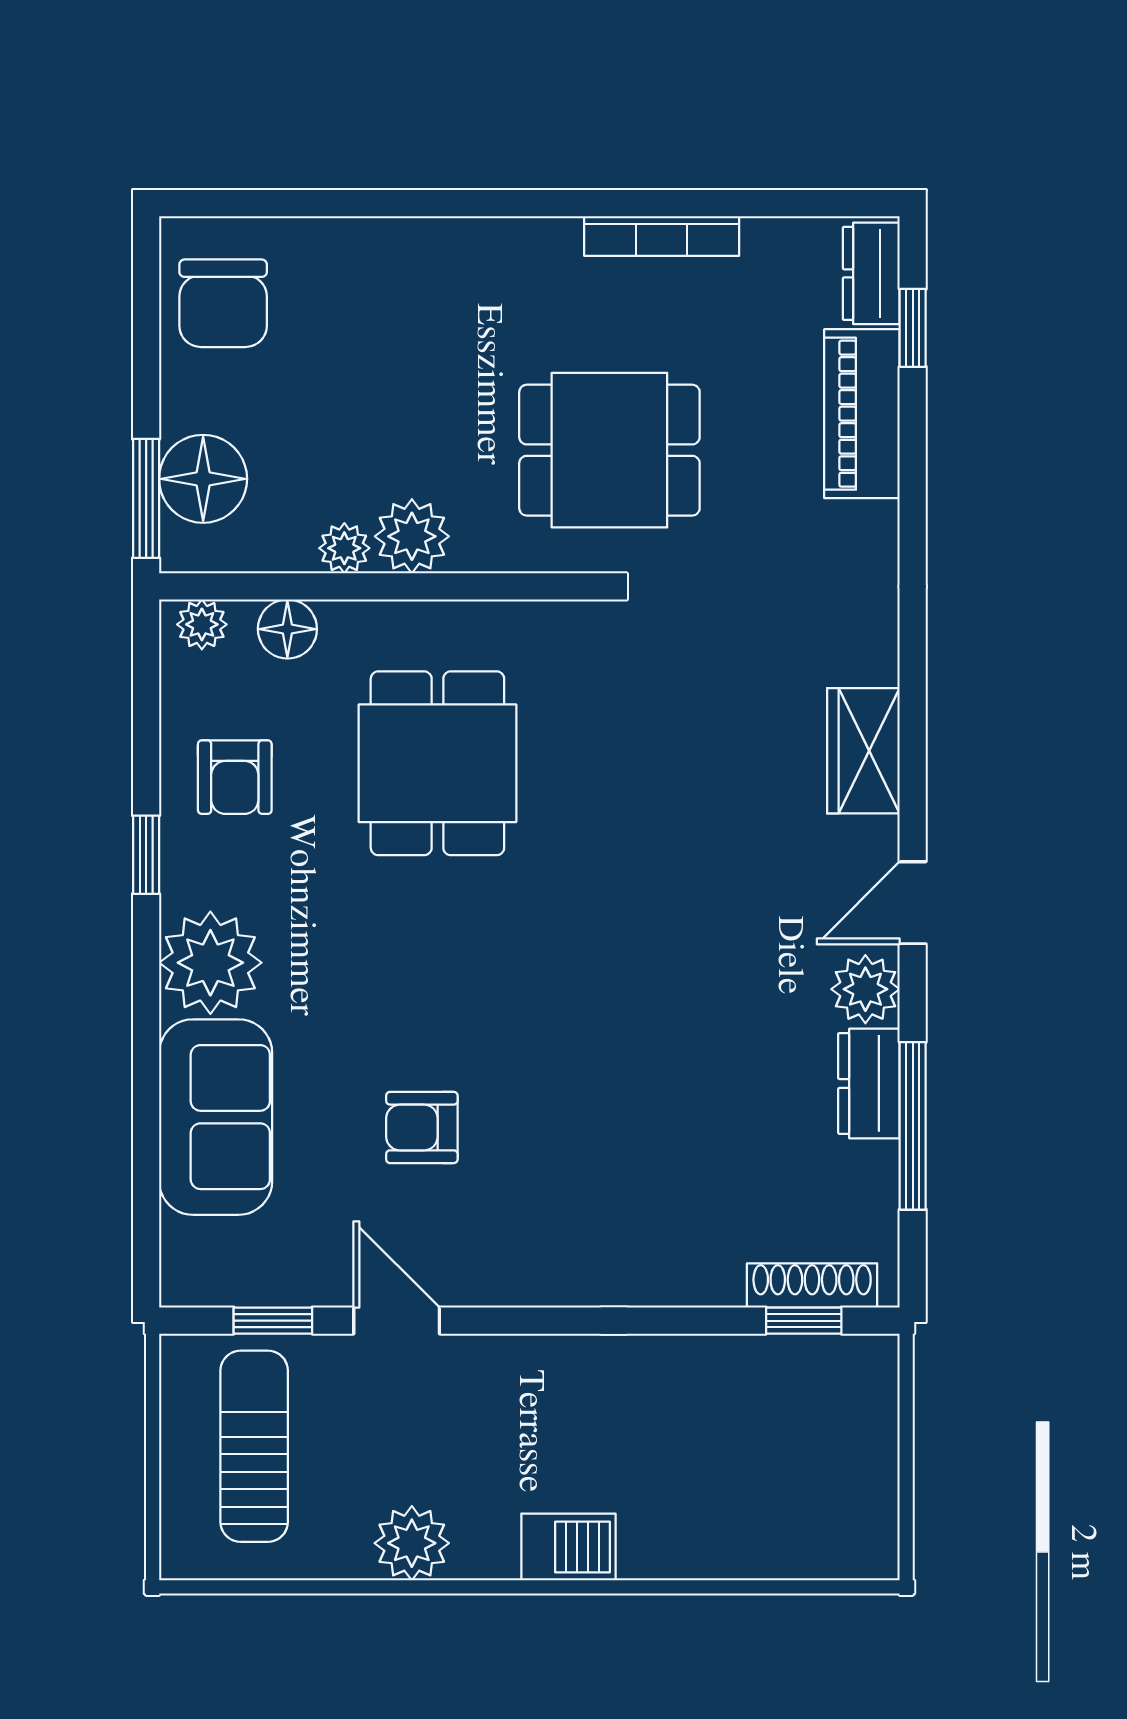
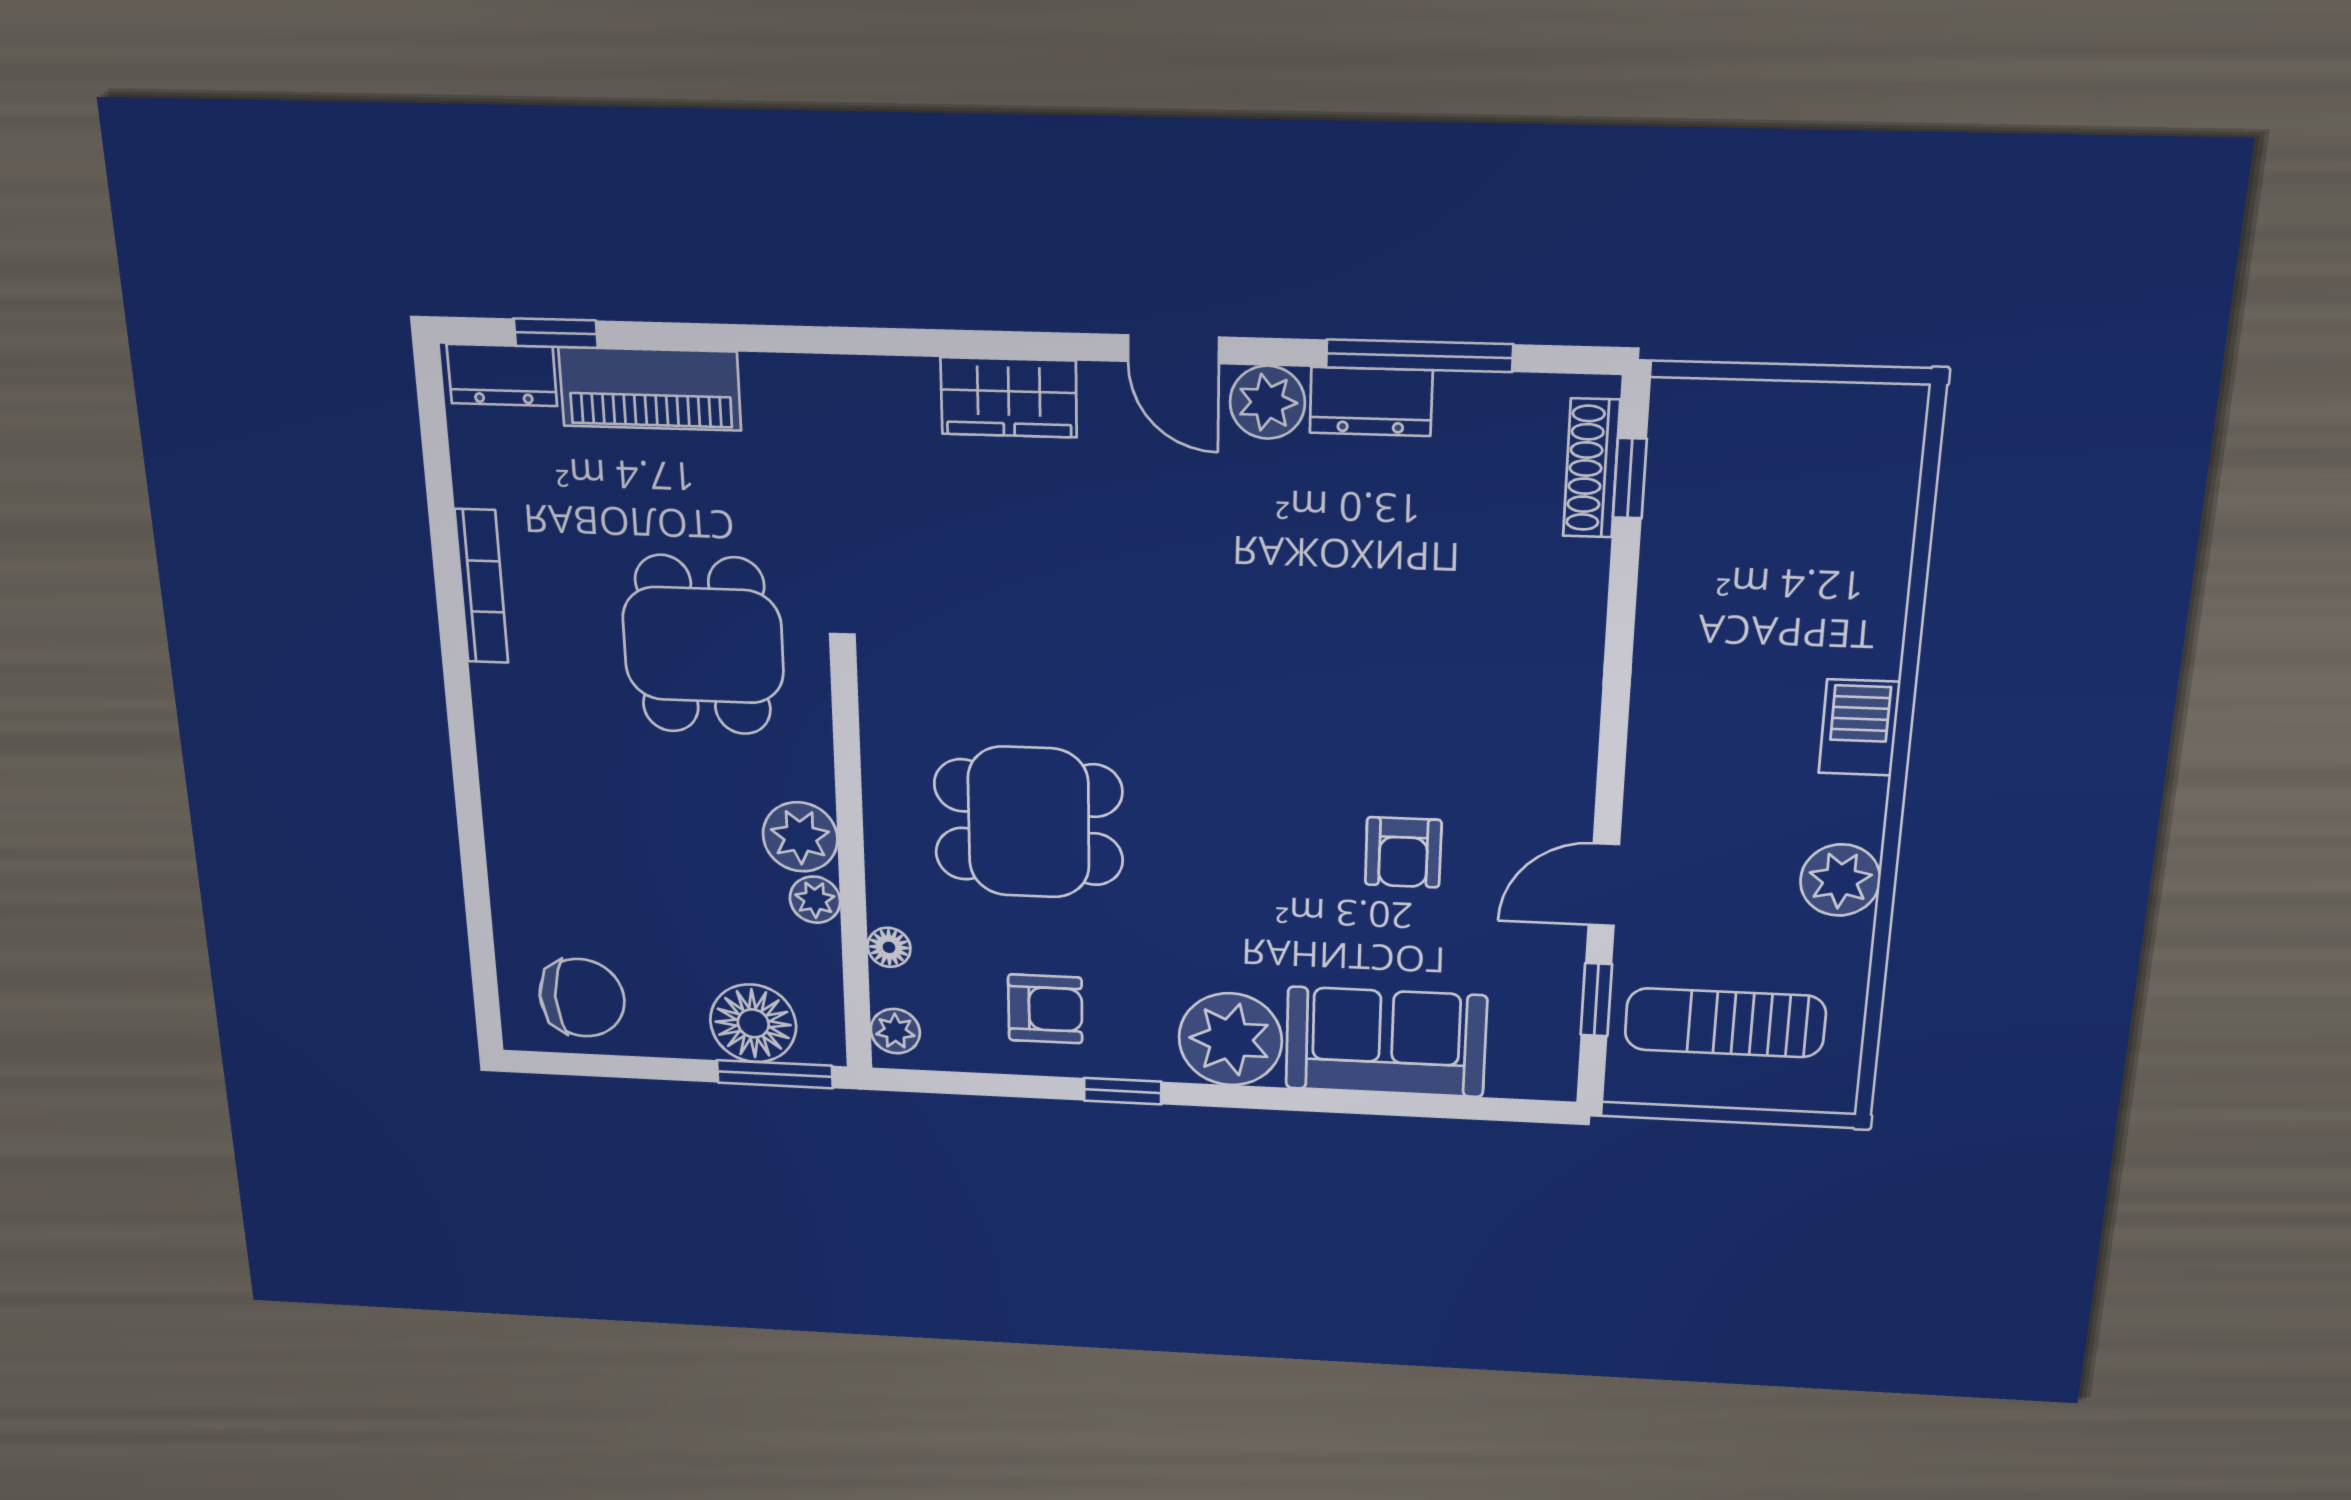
floor lamp: (287, 629) -> (889, 947), width x0.73, depth x0.73

